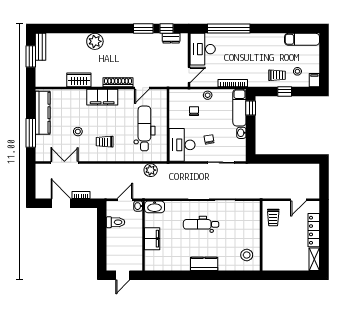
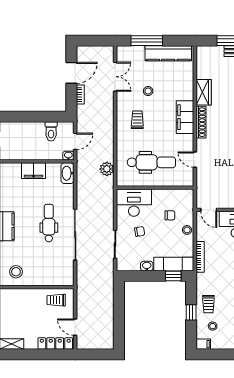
shoe rack: (118, 82) -> (201, 122), moved
door: (125, 200) -> (75, 141), hinge flipped
locker: (314, 230) -> (55, 344), moved

